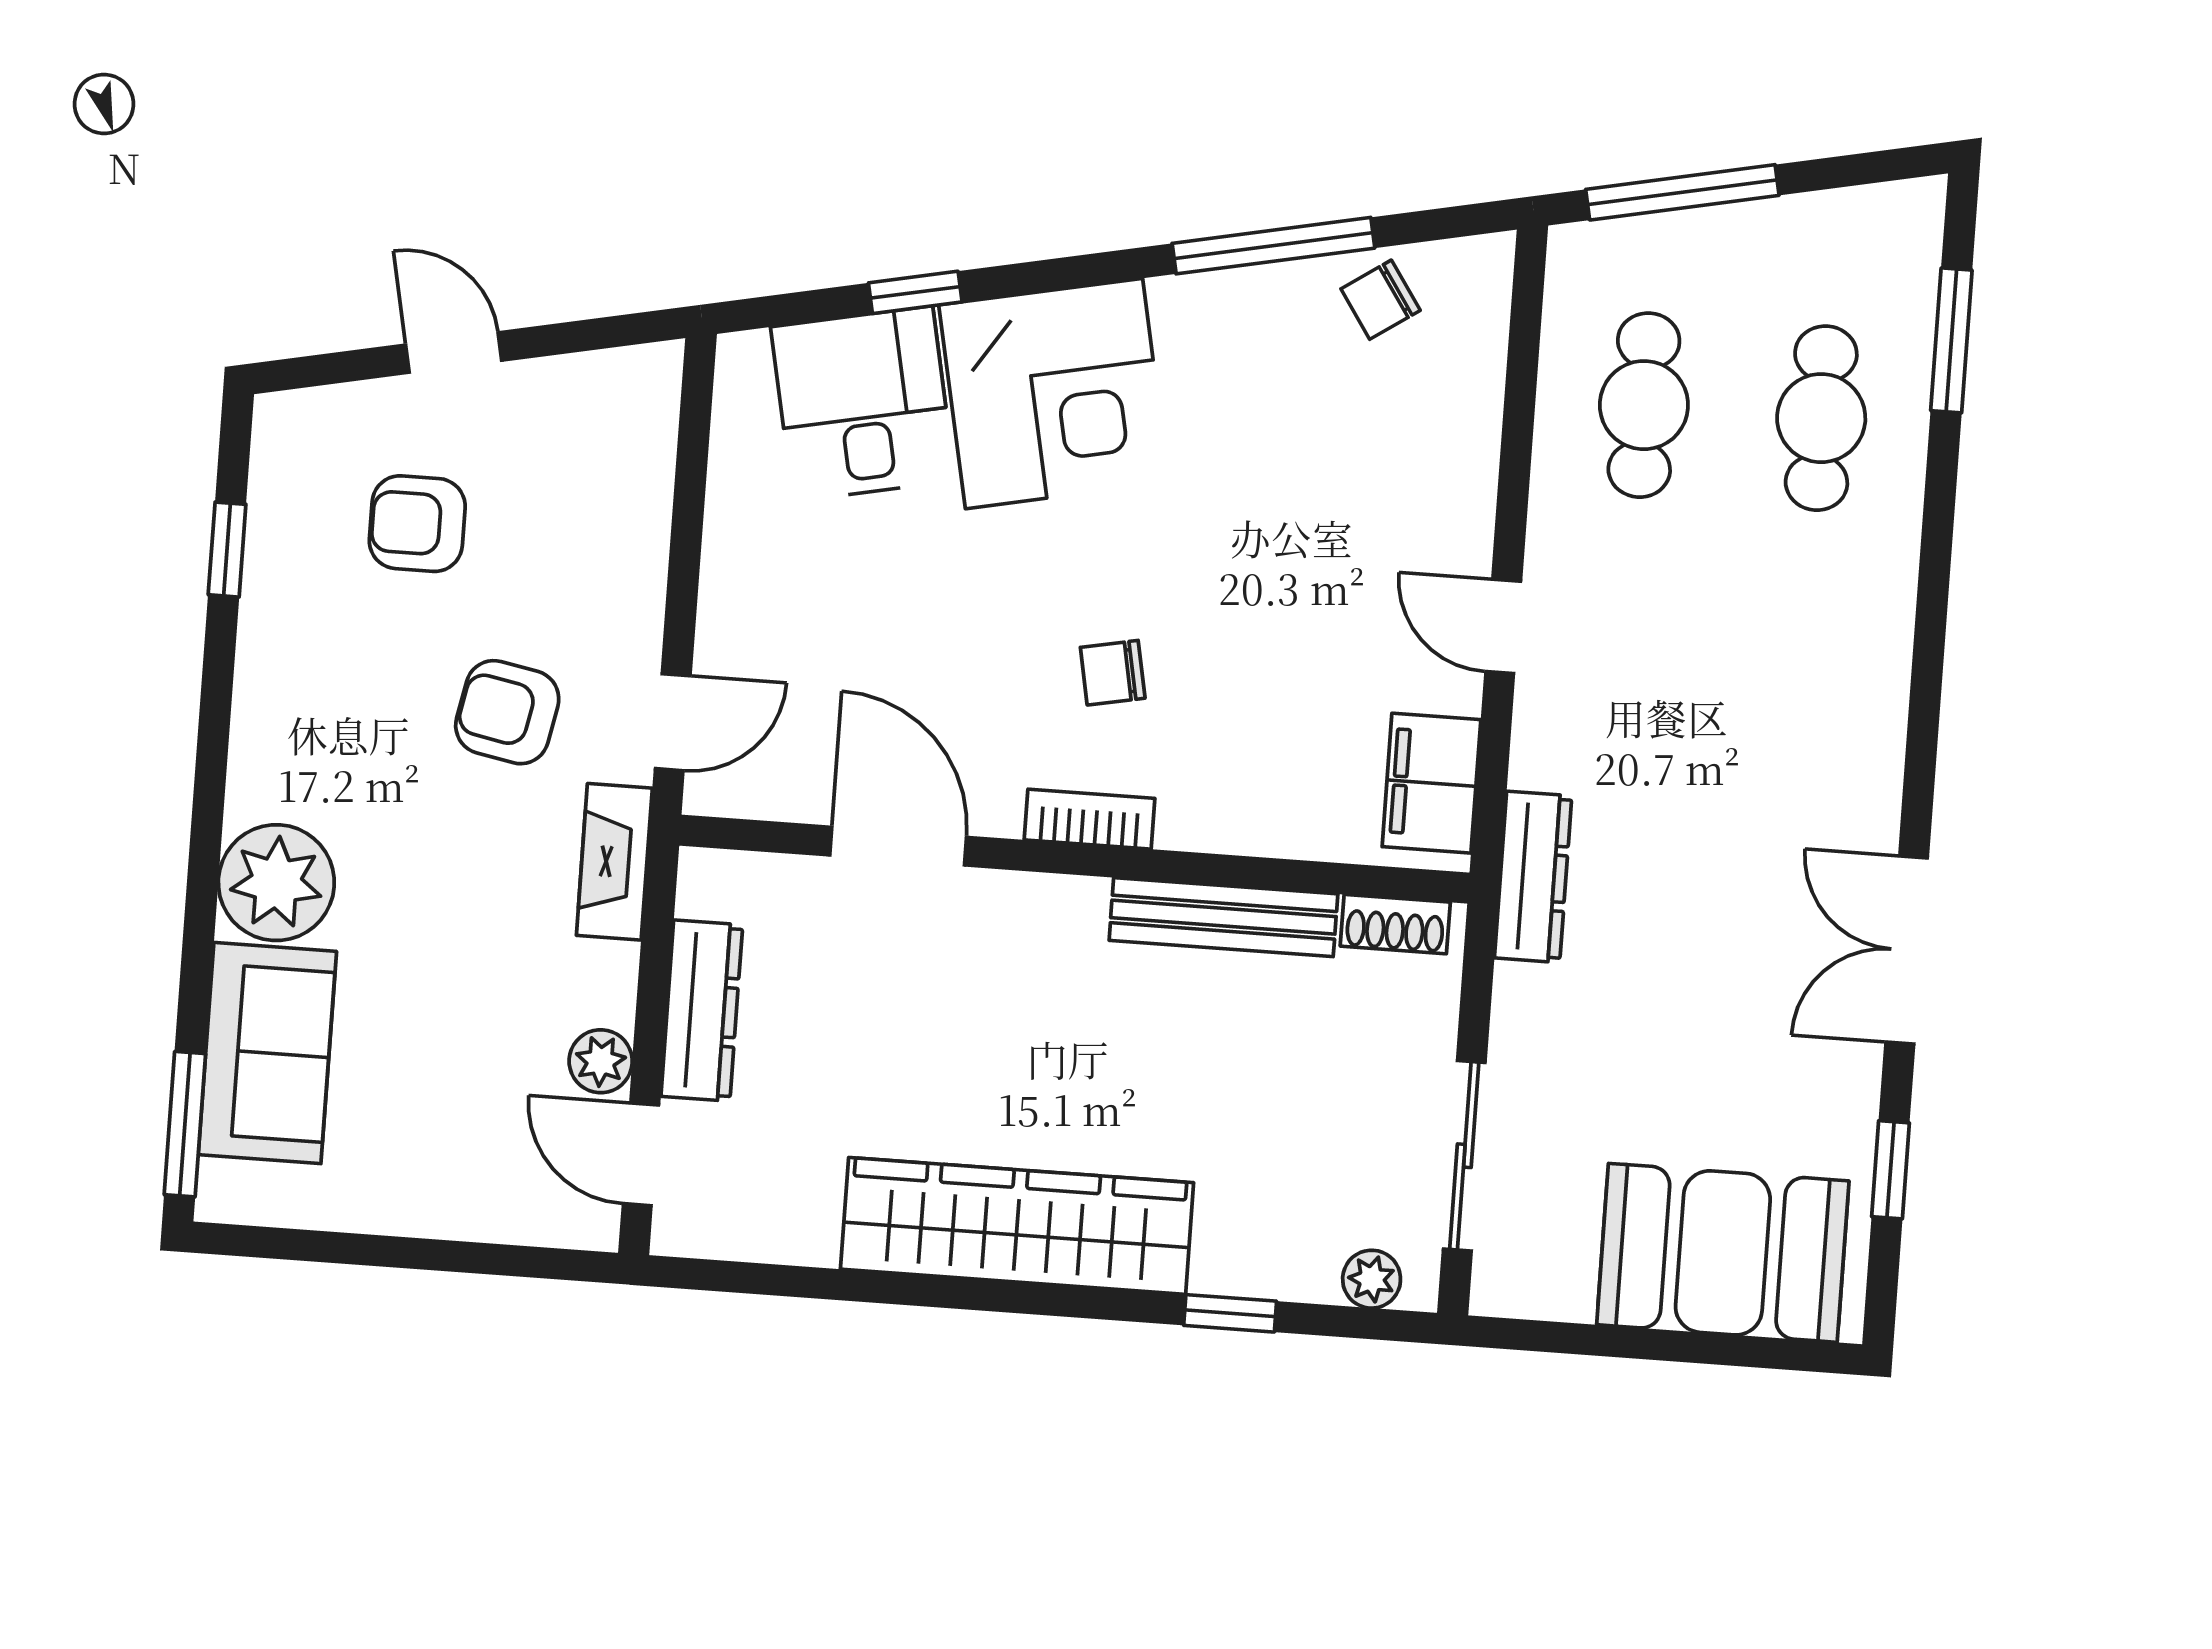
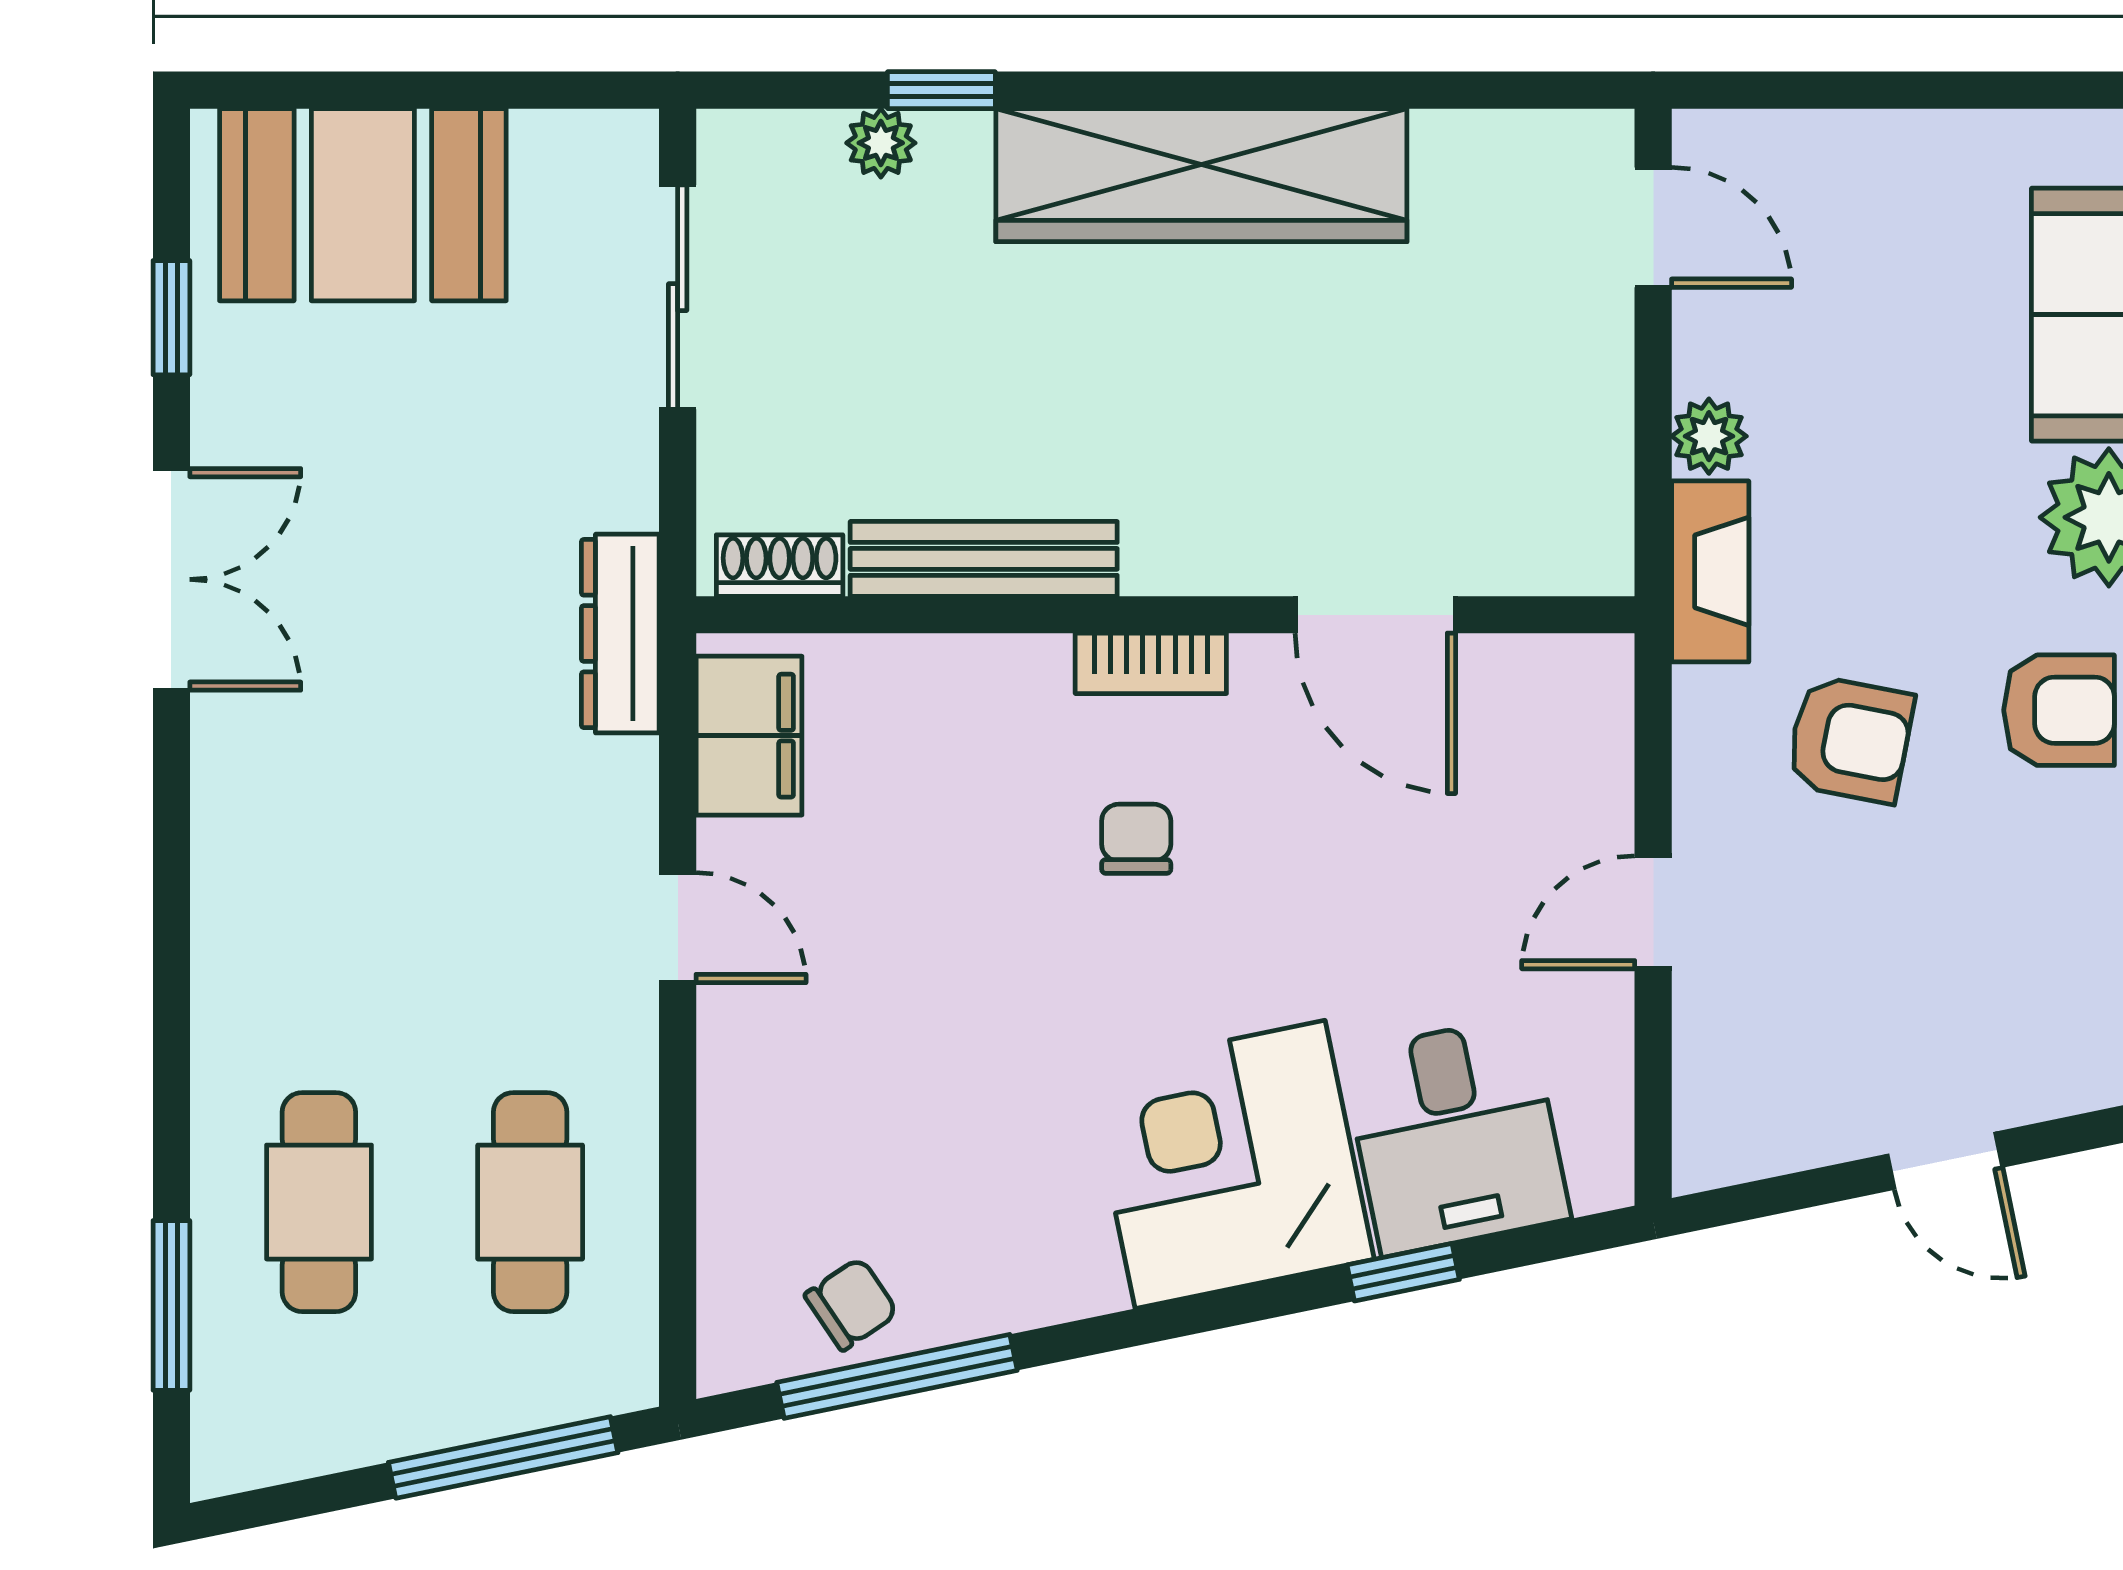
window: (1273, 246) -> (897, 1376), moved
armchair: (417, 524) -> (2059, 710), moved
chair: (1113, 673) -> (1136, 839), turned -79
door: (673, 722) -> (1653, 912), moved
dresser: (702, 1011) -> (1594, 403), removed
plant: (601, 1061) -> (1709, 436), moved
plant: (1372, 1279) -> (881, 143), moved

